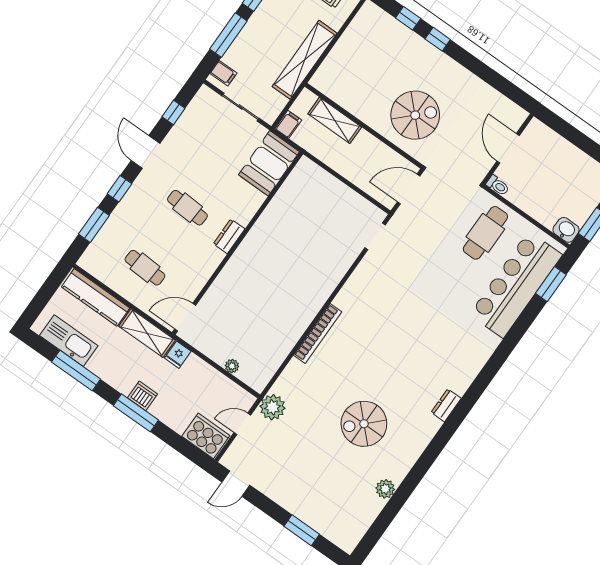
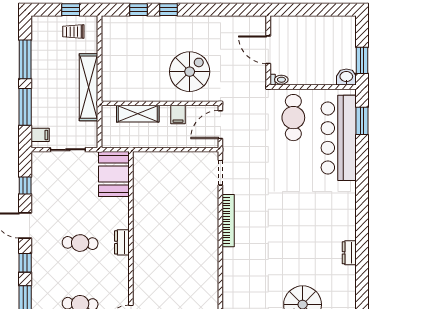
filing cabinet: (288, 124) -> (178, 115), moved, turned 180
bookcase: (318, 334) -> (228, 221), moved

